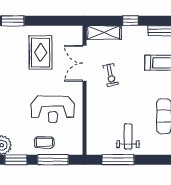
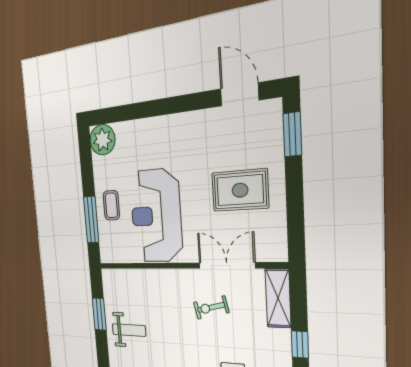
reception desk: (53, 109) -> (156, 216), width x1.36, depth x1.30
window: (16, 160) -> (86, 164), removed
window: (118, 160) -> (99, 314), width x0.69

